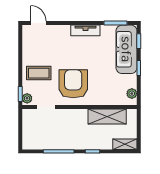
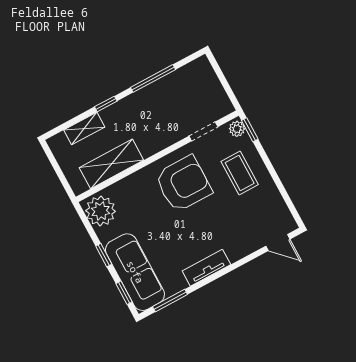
coffee table: (39, 73) -> (240, 173), turned 90
armchair: (73, 84) -> (183, 184), turned -90
plant: (132, 94) -> (101, 211), width x1.87, depth x1.87
shelving: (125, 144) -> (84, 129), moved

